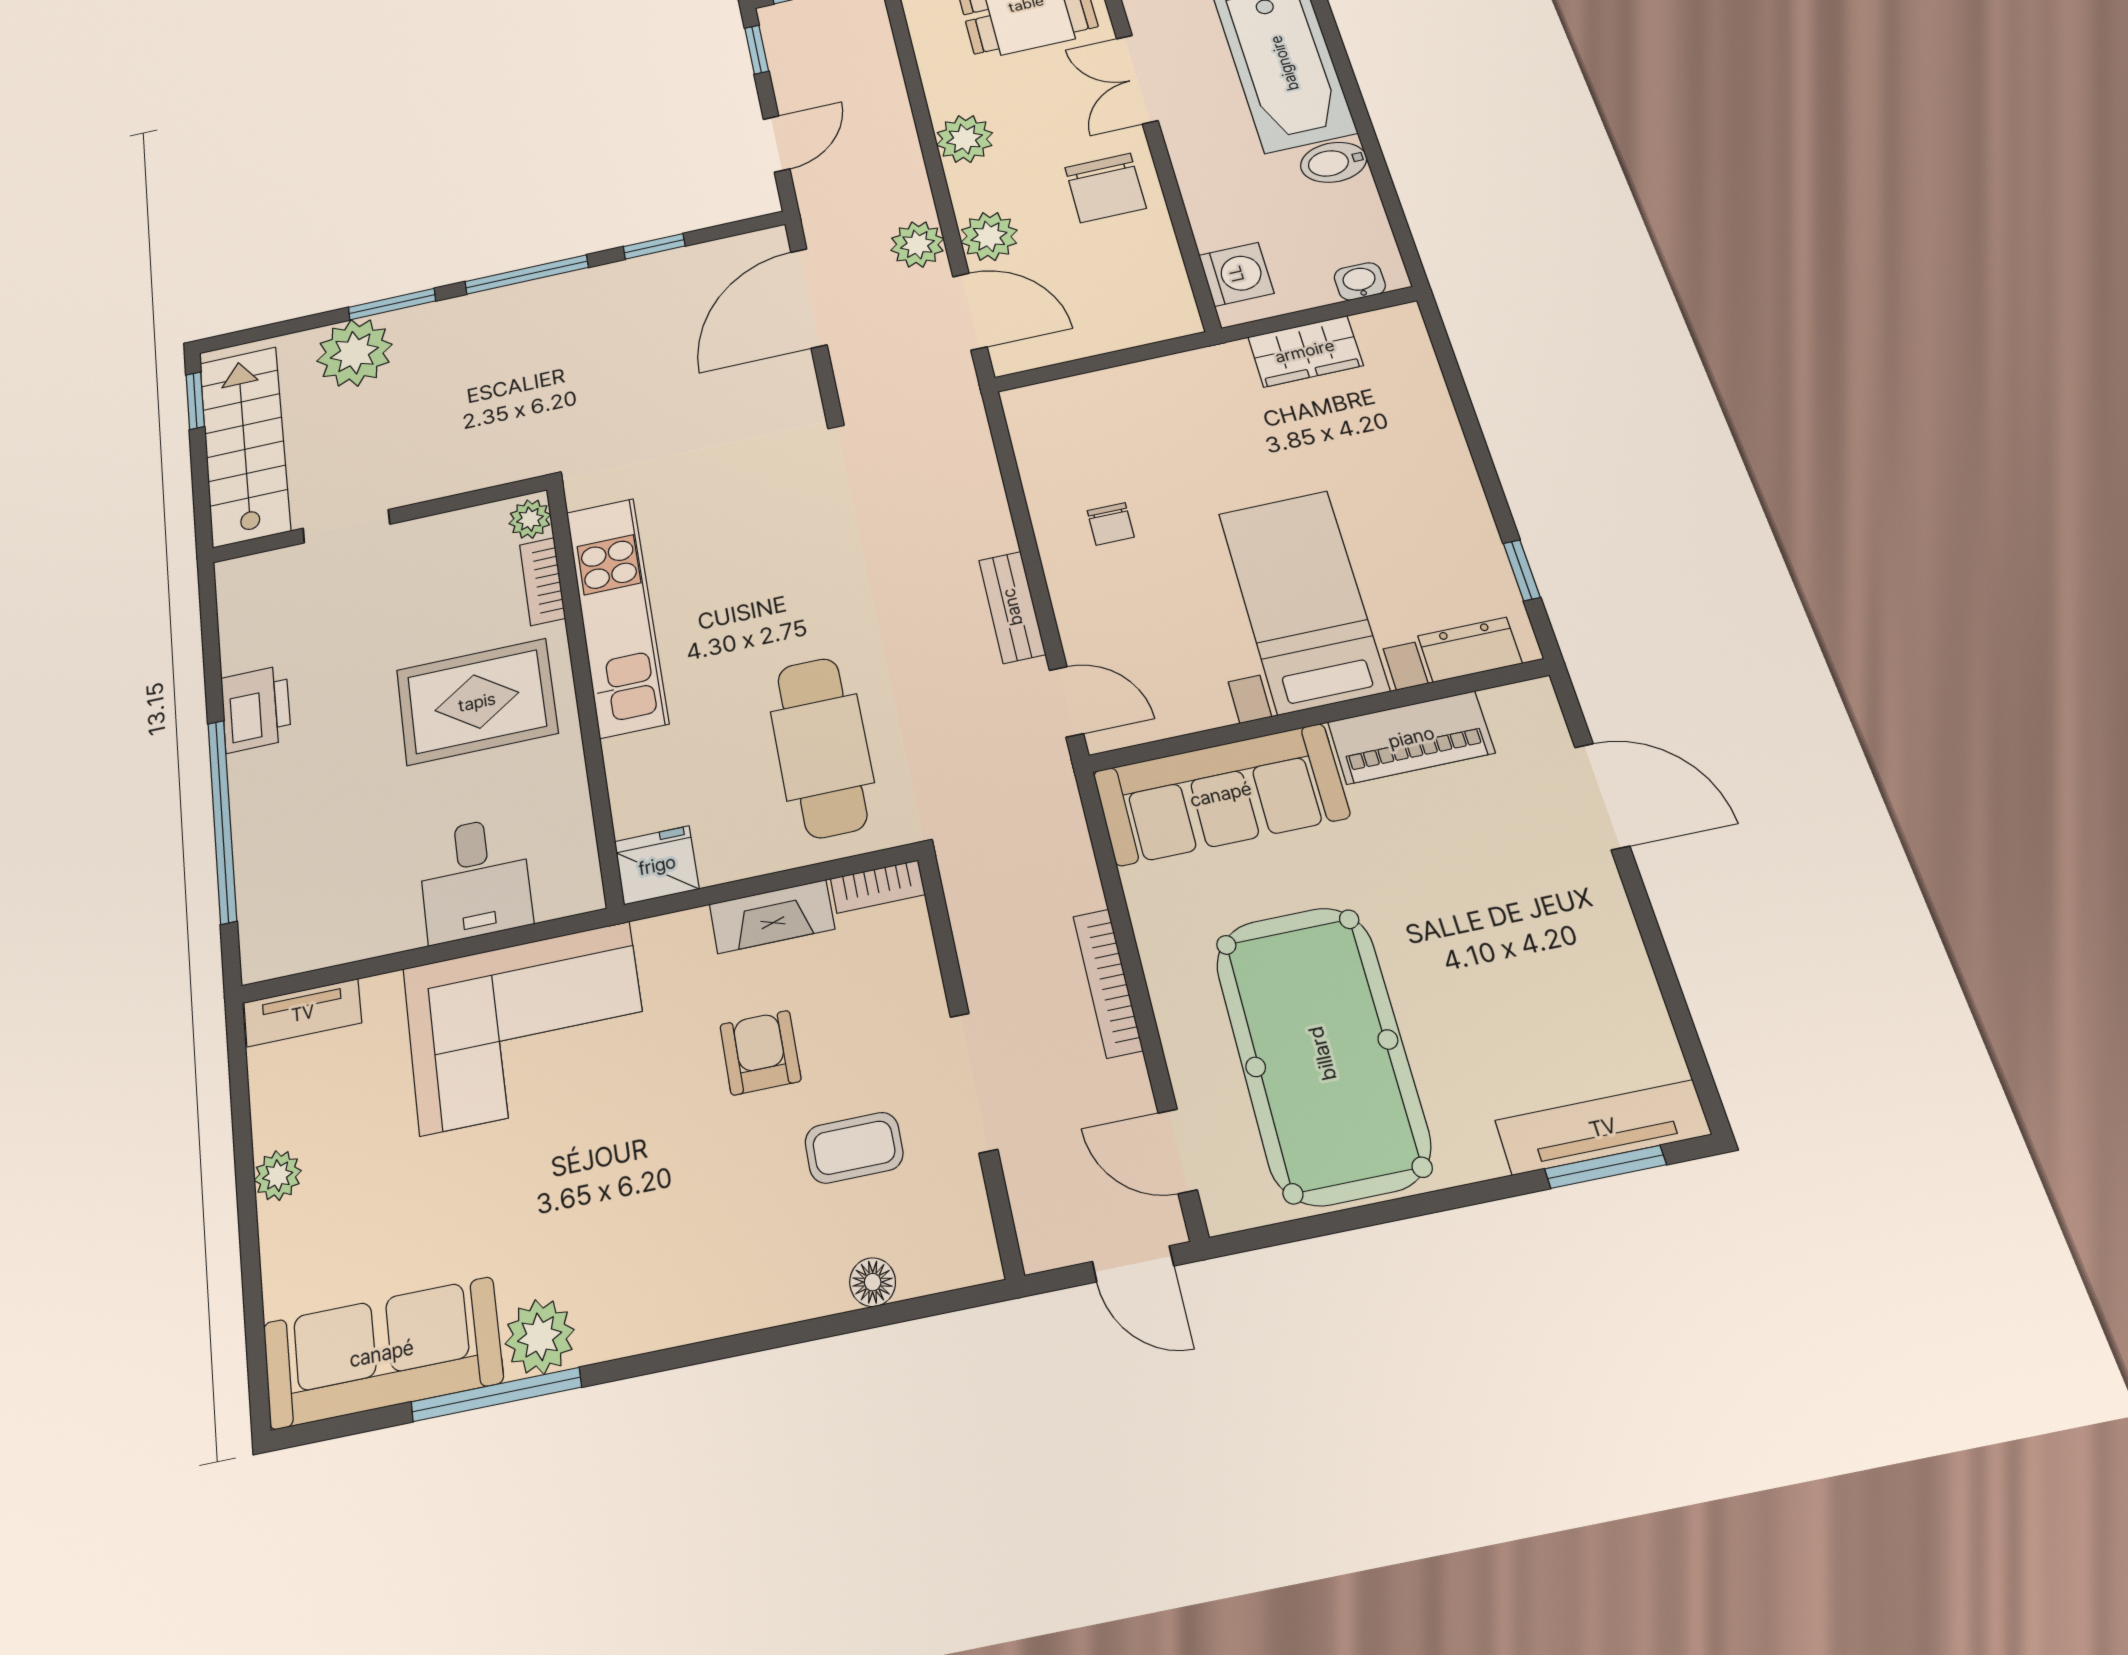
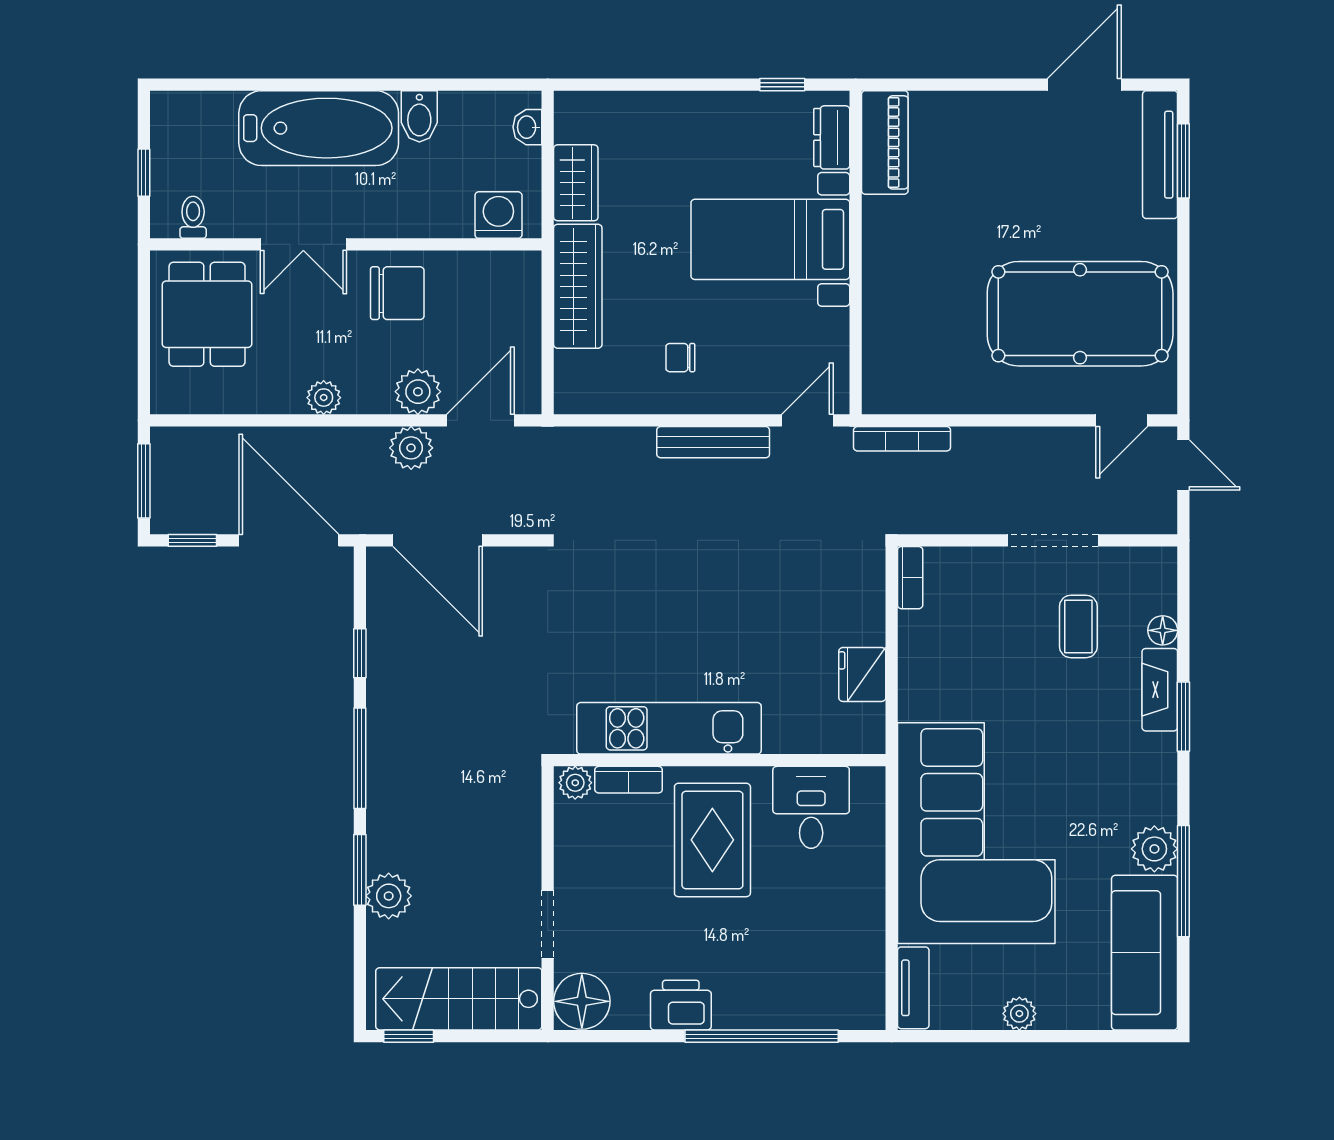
plant: (965, 139) -> (324, 398), width x0.73, depth x0.73
door: (776, 144) -> (289, 540), width x1.87
plant: (354, 353) -> (389, 896), width x0.73, depth x0.73
wardrobe: (1171, 383) -> (578, 286), added
chair: (1111, 524) -> (680, 358), turned 180
floor lamp: (252, 587) -> (582, 1001), added
bench: (1012, 607) -> (713, 442), width x1.36
piano: (1411, 737) -> (885, 142), moved
cafe table: (822, 747) -> (802, 597), removed
sofa: (1221, 794) -> (896, 332), removed
door: (1602, 796) -> (1084, 85), moved
fridge: (657, 865) -> (862, 674), moved
desk: (475, 879) -> (811, 807), moved, turned -90
fireplace: (772, 917) -> (1160, 690), moved, turned 180
bookcase: (1108, 983) -> (902, 439), moved
corner sofa: (526, 1027) -> (976, 833), width x1.36, depth x1.36
armchair: (760, 1053) -> (1005, 677), removed
door: (1133, 1264) -> (1183, 465), hinge flipped
window: (747, 1343) -> (1183, 717), added

